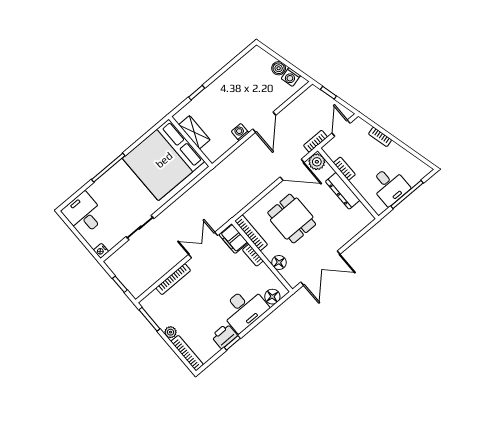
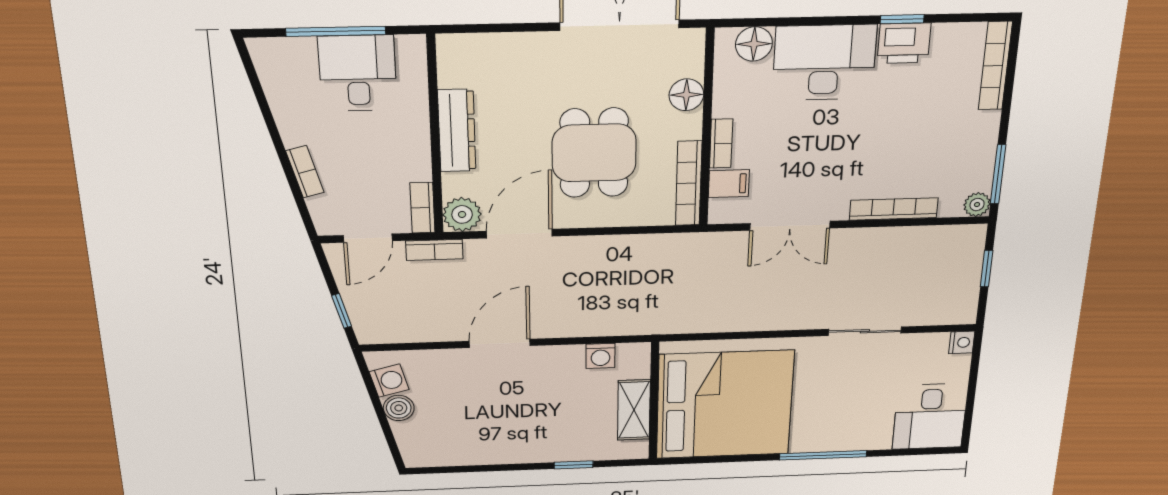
washing machine: (240, 132) -> (601, 356), moved
bookcase: (344, 169) -> (422, 208), moved
door: (292, 170) -> (519, 234), hinge flipped
filing cabinet: (233, 239) -> (729, 184), width x0.50
plant: (171, 332) -> (977, 205), moved

